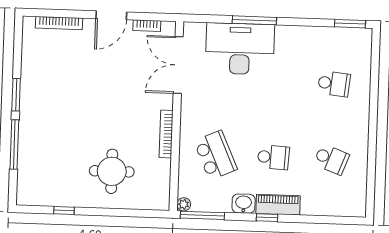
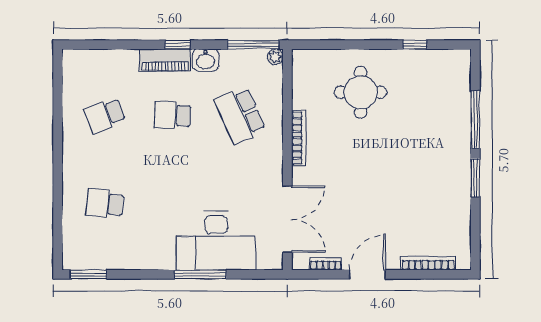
school desk: (331, 159) -> (105, 115), turned -42

